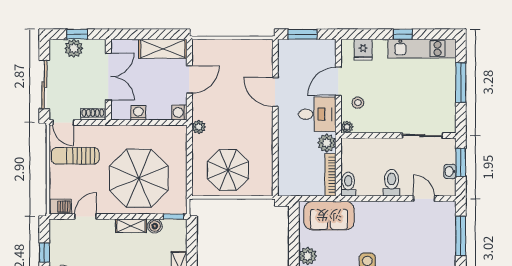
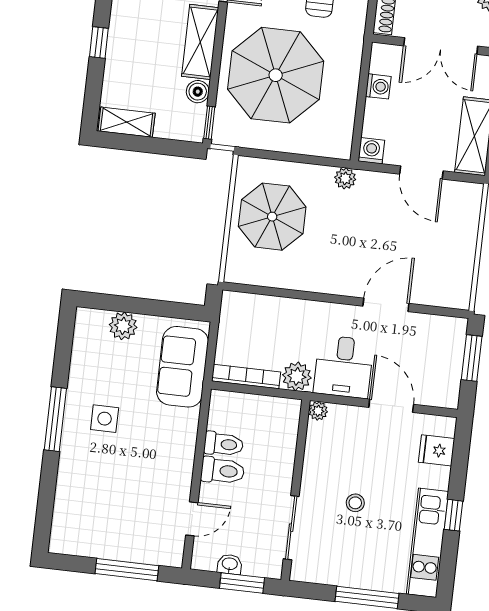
stool: (358, 103) -> (355, 503), moved
toilet: (348, 184) -> (224, 444), moved
shelving: (131, 226) -> (200, 42), width x1.50, depth x1.33

